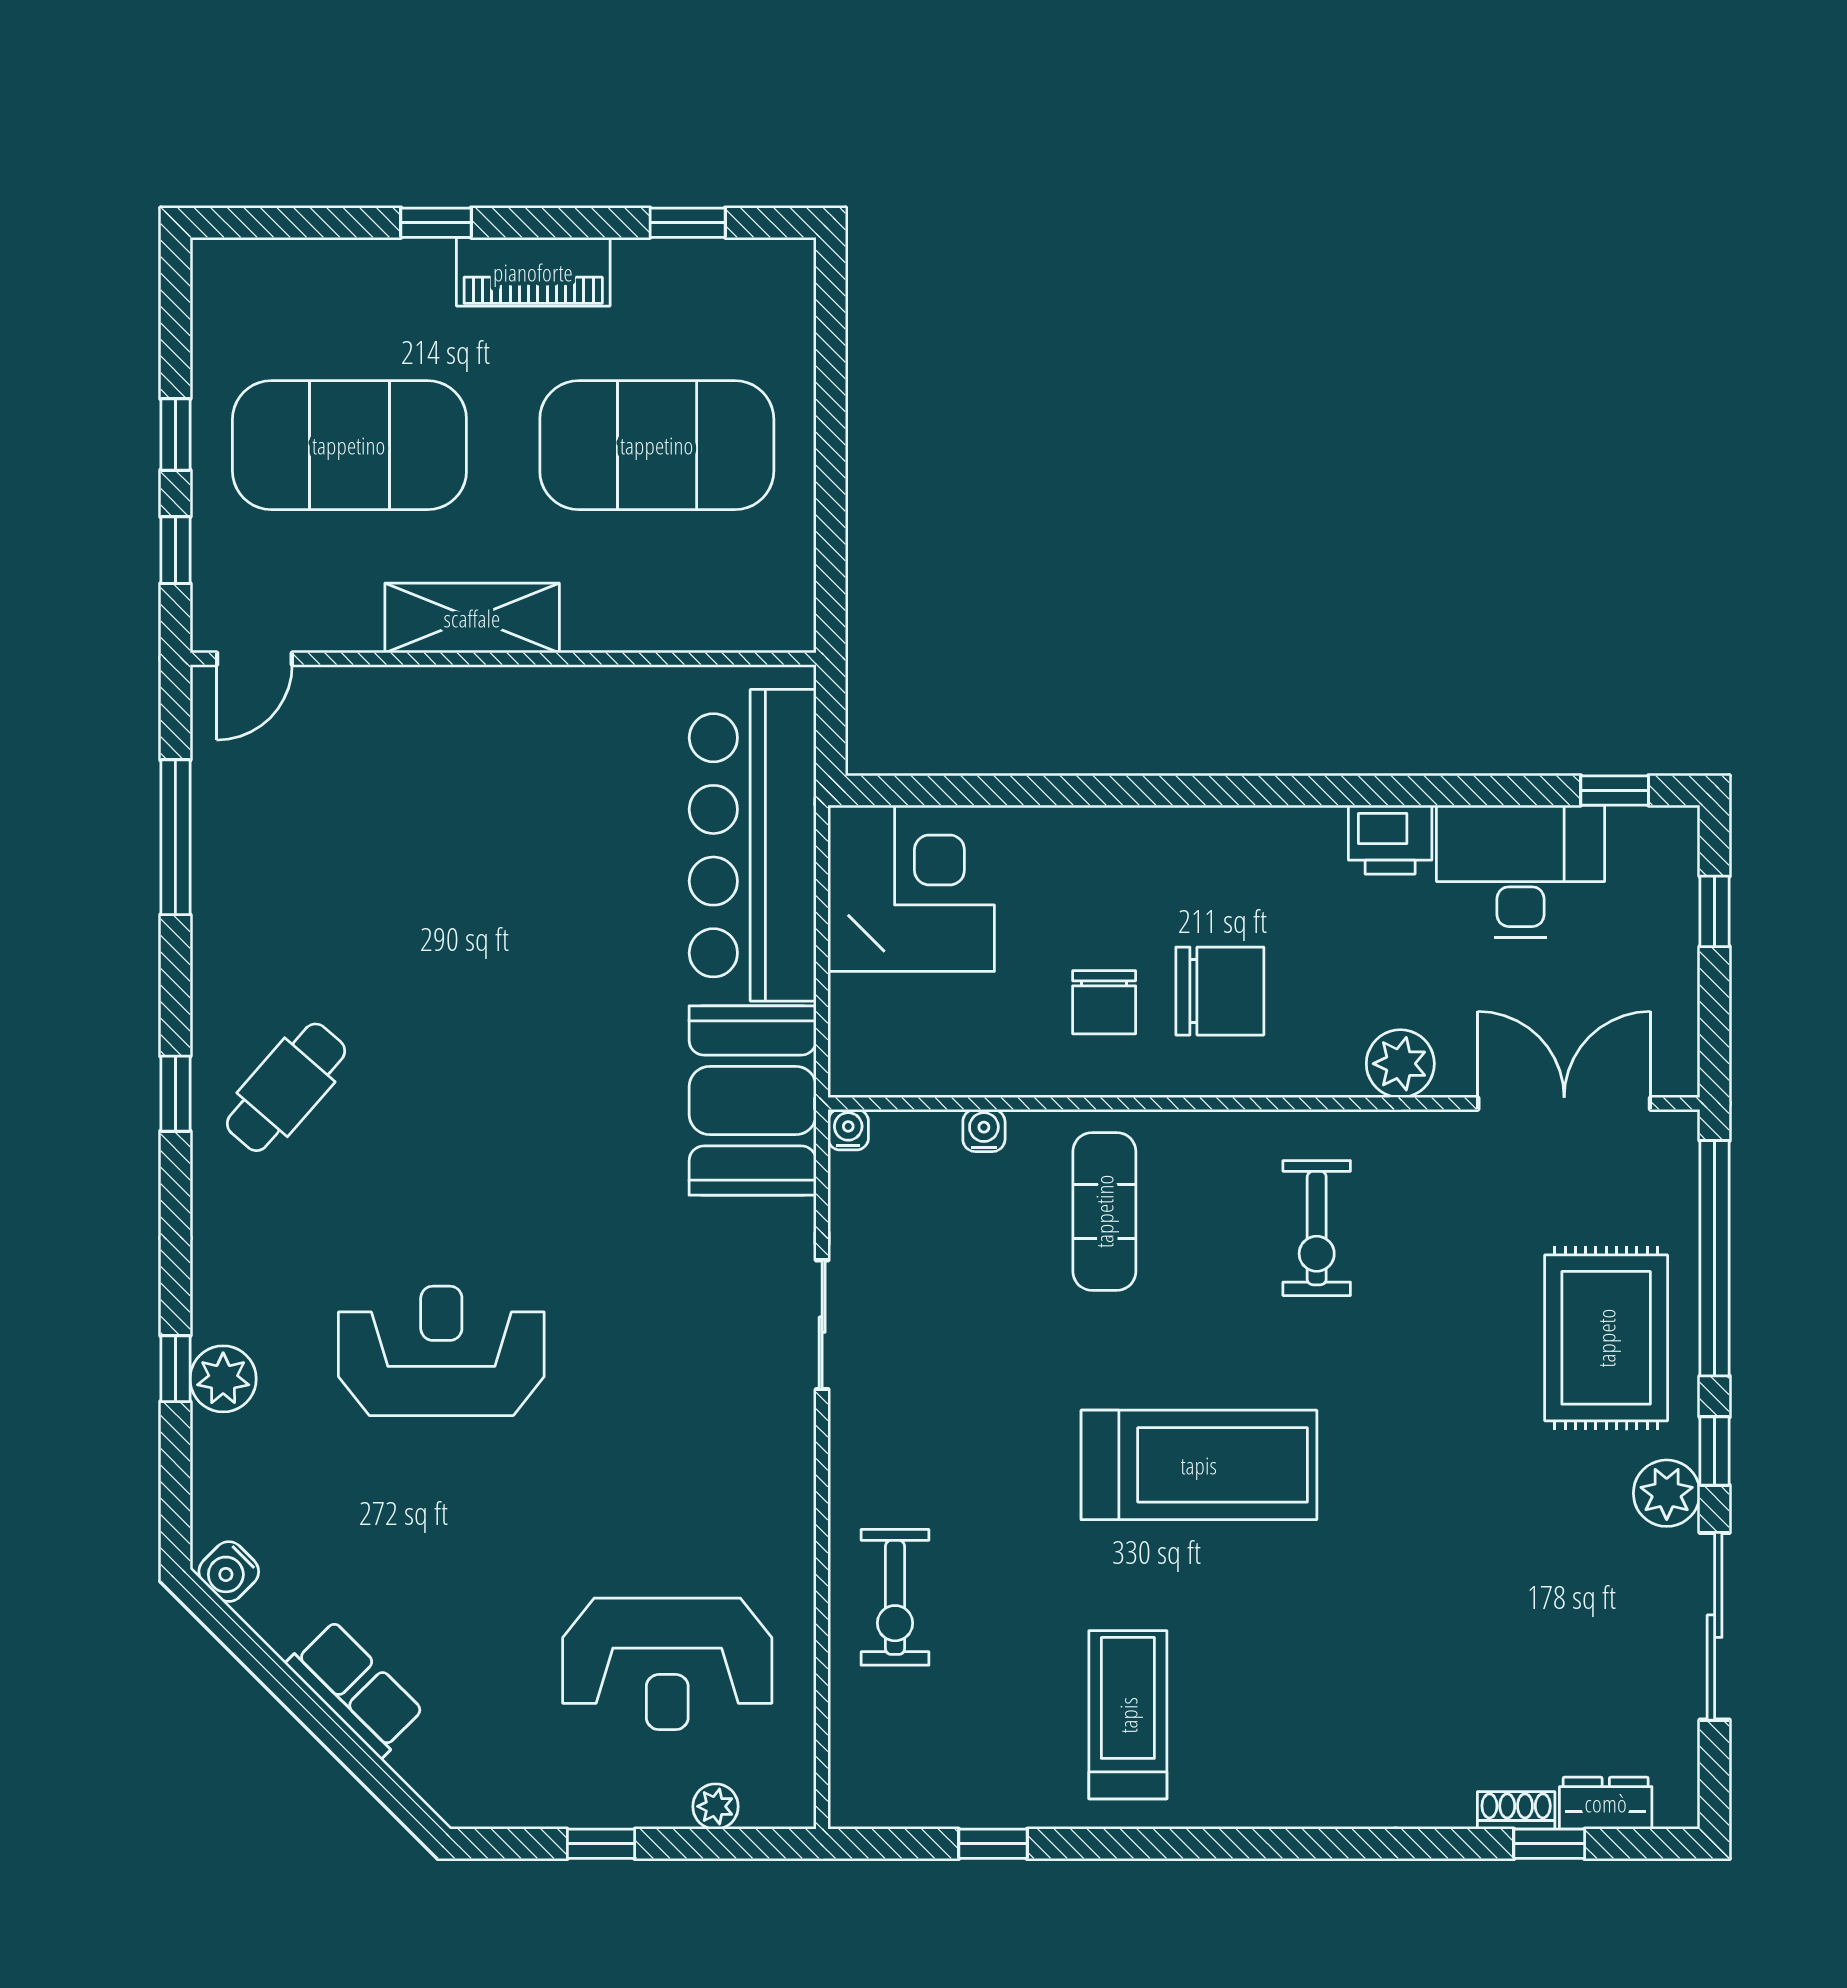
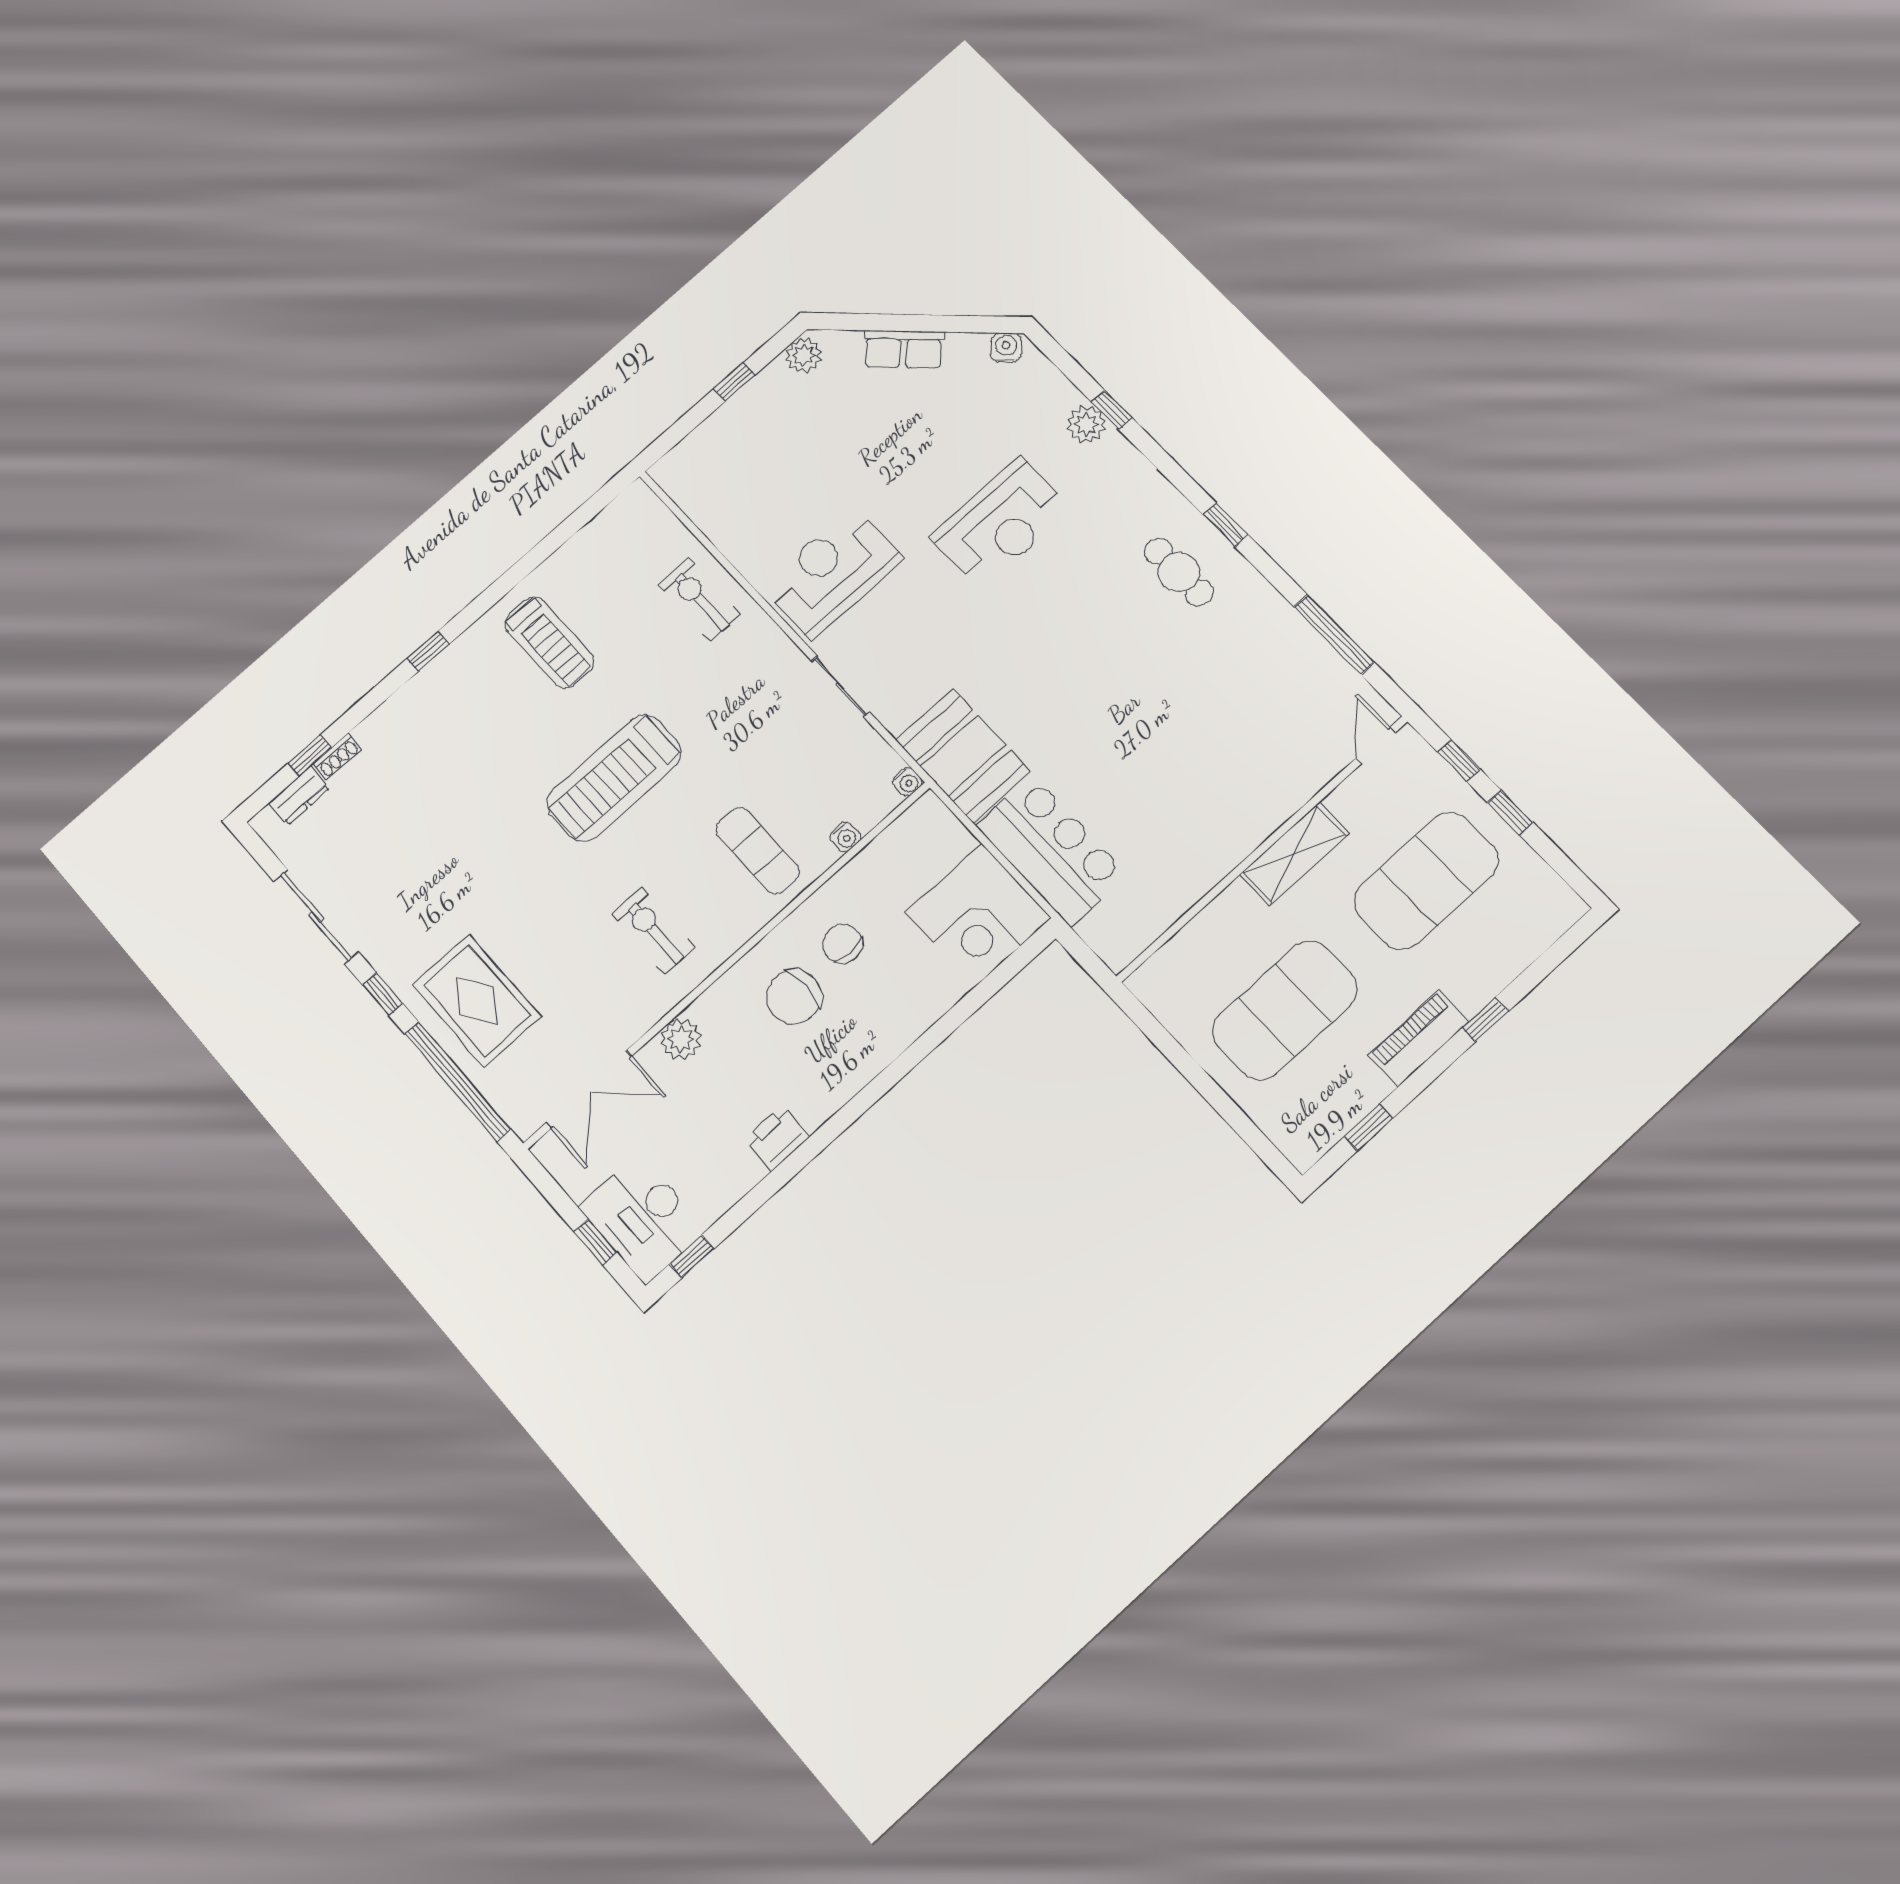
bar counter: (753, 845) -> (1052, 850), width x0.73
desk: (1521, 871) -> (642, 1218), moved, turned 90
cafe table: (286, 1087) -> (1179, 572), turned -41
plant: (1667, 1493) -> (389, 956), removed
reception desk: (667, 1664) -> (832, 572), moved
plant: (715, 1806) -> (804, 355), moved, width x1.38, depth x1.38
window: (993, 1844) -> (428, 651), moved

